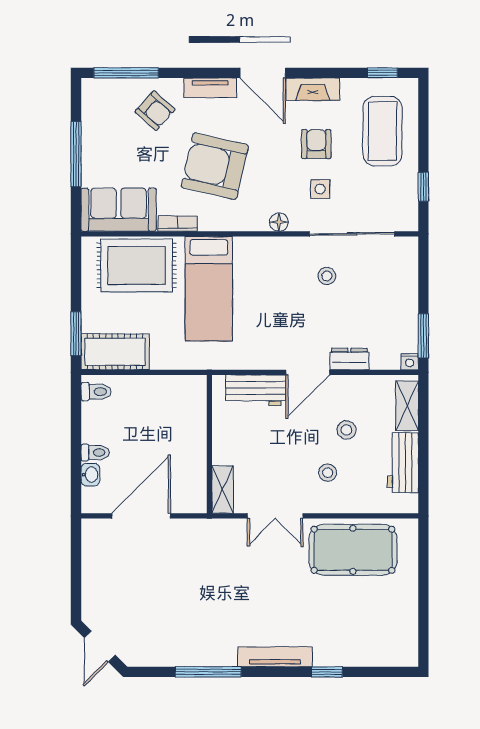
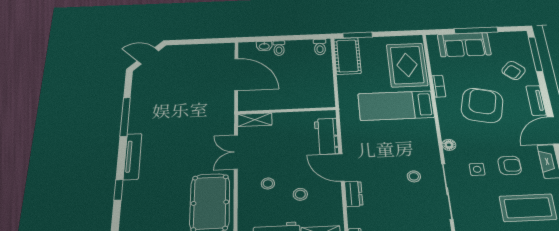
sofa: (119, 210) -> (464, 45), moved, turned 90

